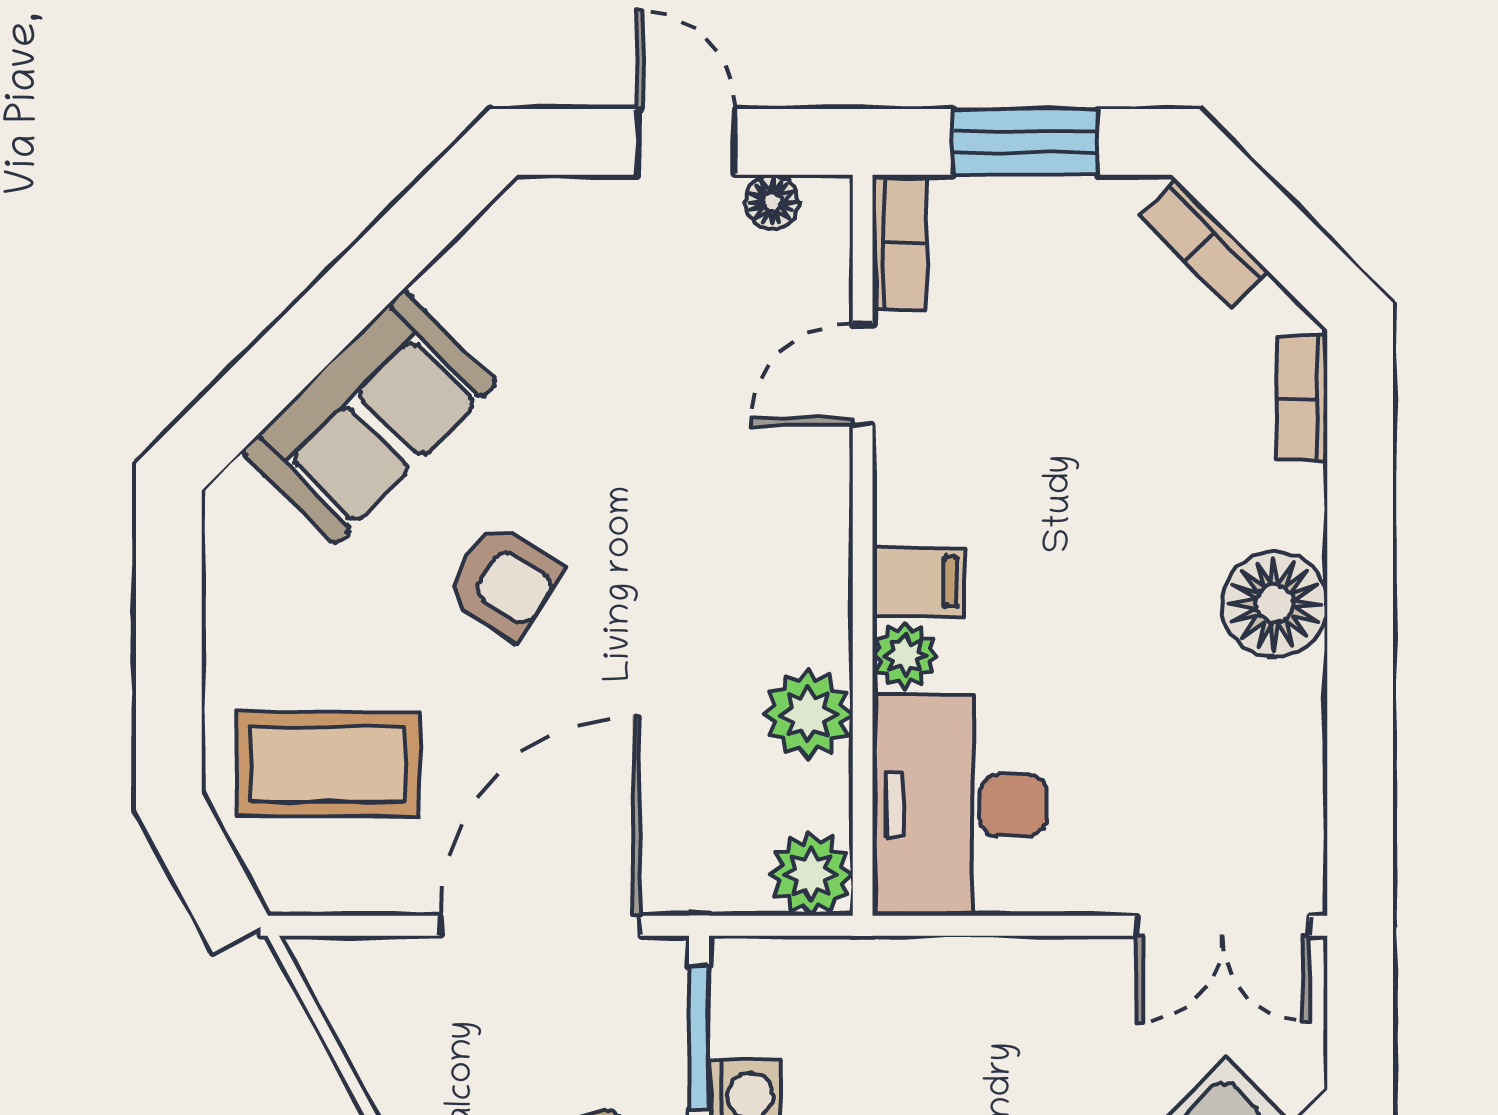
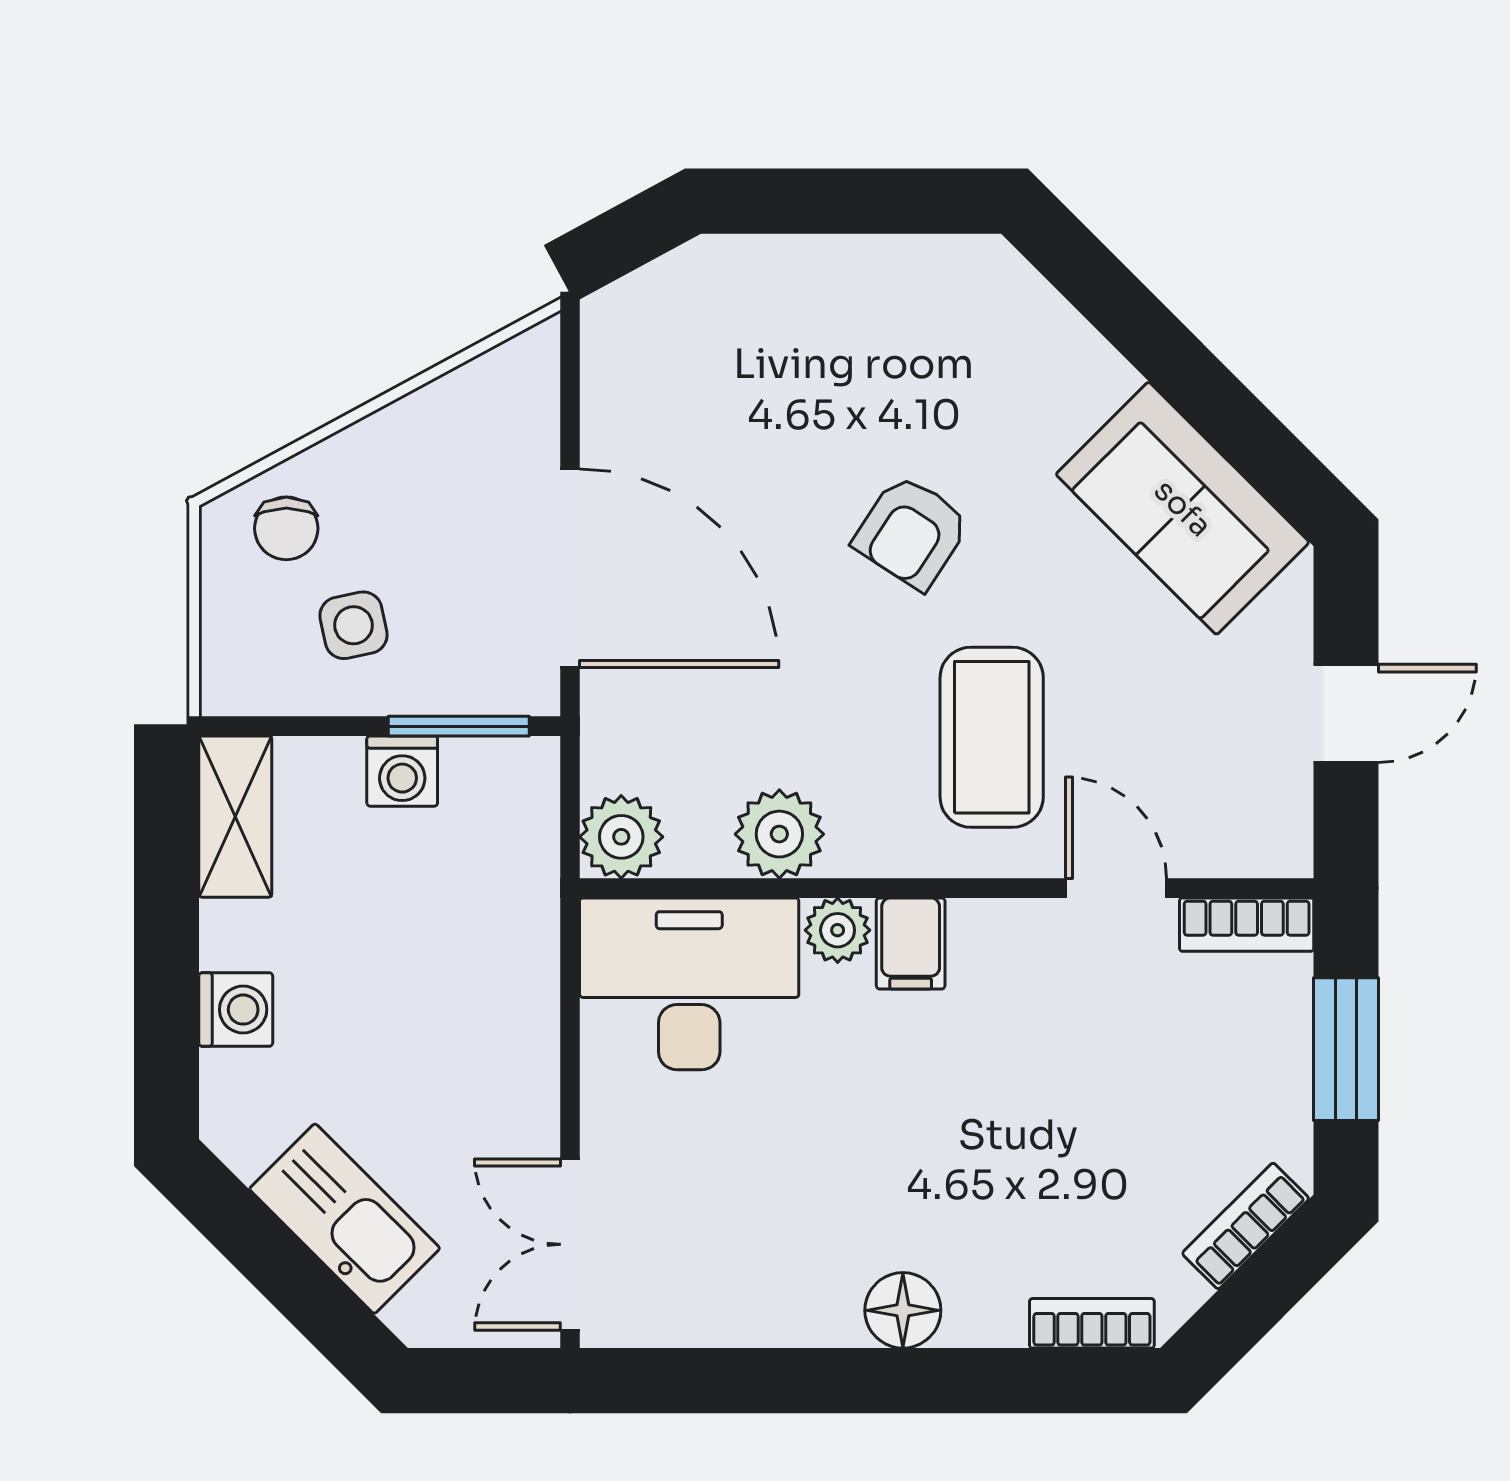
floor lamp: (772, 202) -> (1287, 798), removed
sofa: (369, 417) -> (1183, 508), moved
floor lamp: (1275, 604) -> (903, 1310), width x0.73, depth x0.73
coffee table: (328, 764) -> (992, 737), moved

